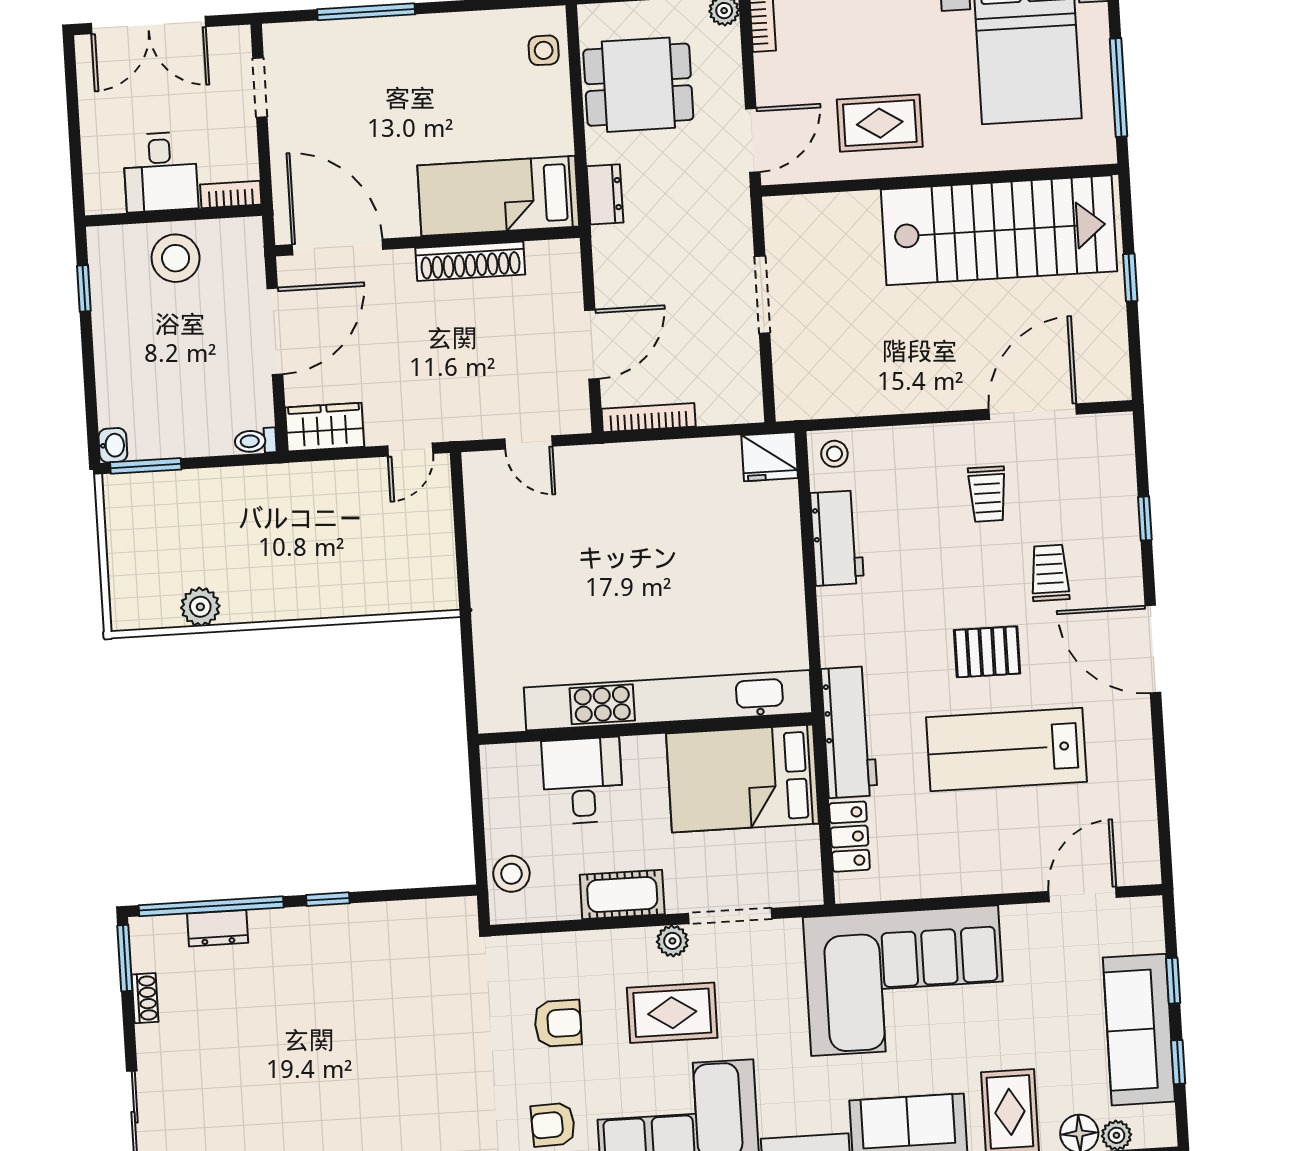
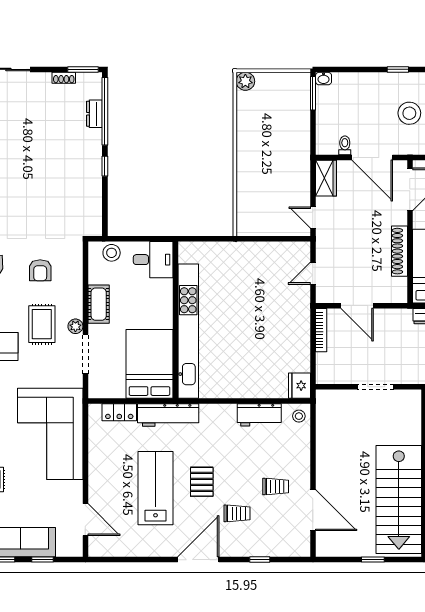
toilet: (255, 441) -> (345, 145), moved
trolley: (987, 494) -> (276, 487), turned 180
plant: (200, 607) -> (245, 81), moved
desk: (583, 781) -> (153, 260), moved

